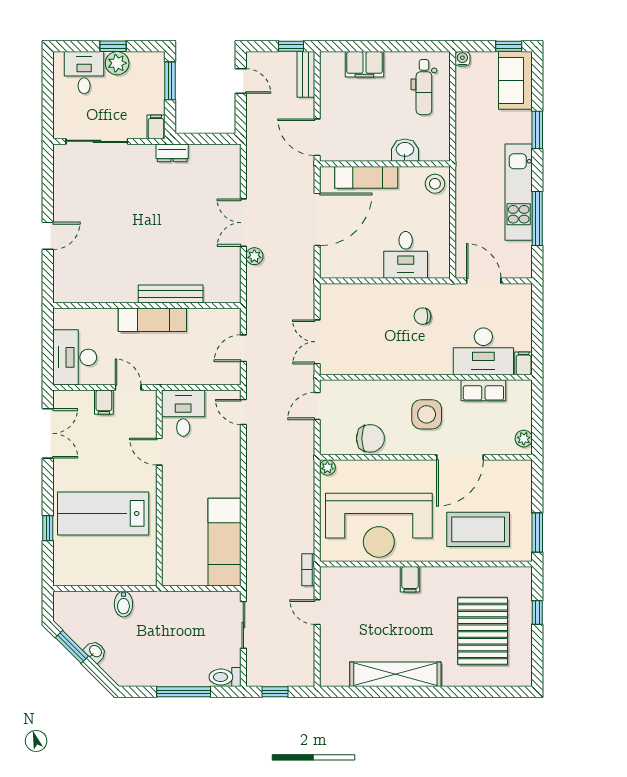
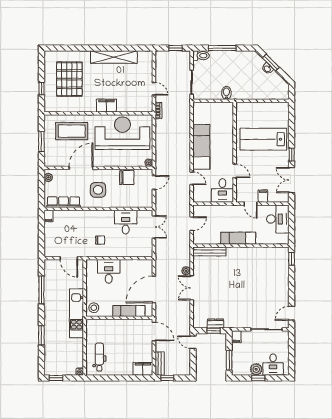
filing cabinet: (364, 64) -> (143, 369), moved
sofa: (515, 80) -> (53, 360), removed
door: (241, 81) -> (193, 342), moved
window: (200, 139) -> (214, 331), added
washbasin: (405, 150) -> (109, 325), removed
dresser: (172, 153) -> (215, 323), moved
kitchen unit: (519, 192) -> (77, 313), moved, turned 180
double door: (243, 223) -> (192, 288), swing flipped
door: (48, 236) -> (292, 313), moved
window: (48, 280) -> (292, 259), added
bench: (171, 294) -> (209, 251), moved
desk: (483, 351) -> (126, 222), moved, width x0.73
row of seats: (483, 390) -> (64, 202), width x1.48
door: (317, 406) -> (154, 182), moved
door: (243, 412) -> (192, 178), moved
chair: (370, 438) -> (127, 178), turned 180
lab bench: (103, 513) -> (263, 139), turned 180
window: (48, 528) -> (292, 154), moved
window: (537, 532) -> (41, 141), moved
exam couch: (224, 542) -> (201, 147), moved
filing cabinet: (410, 579) -> (106, 106), width x2.00
bidet: (123, 604) -> (226, 93), moved
window: (72, 647) -> (271, 63), moved

